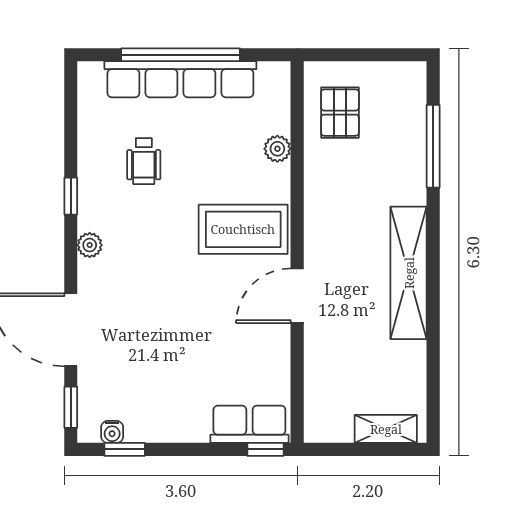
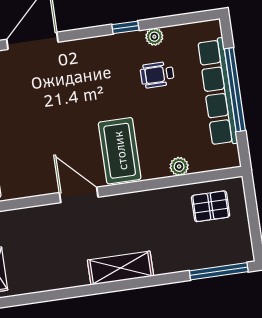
window: (433, 146) -> (219, 271), moved
plant: (90, 245) -> (154, 37), moved
shelving: (409, 273) -> (121, 268), width x0.68

